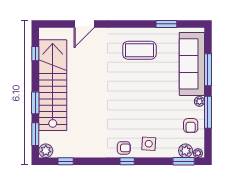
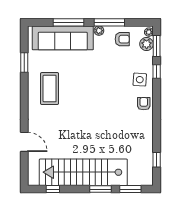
plant: (46, 151) -> (147, 179), removed
window: (127, 161) -> (157, 71), moved

